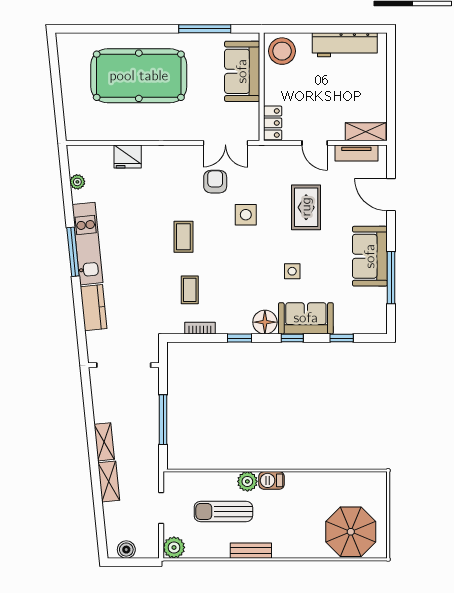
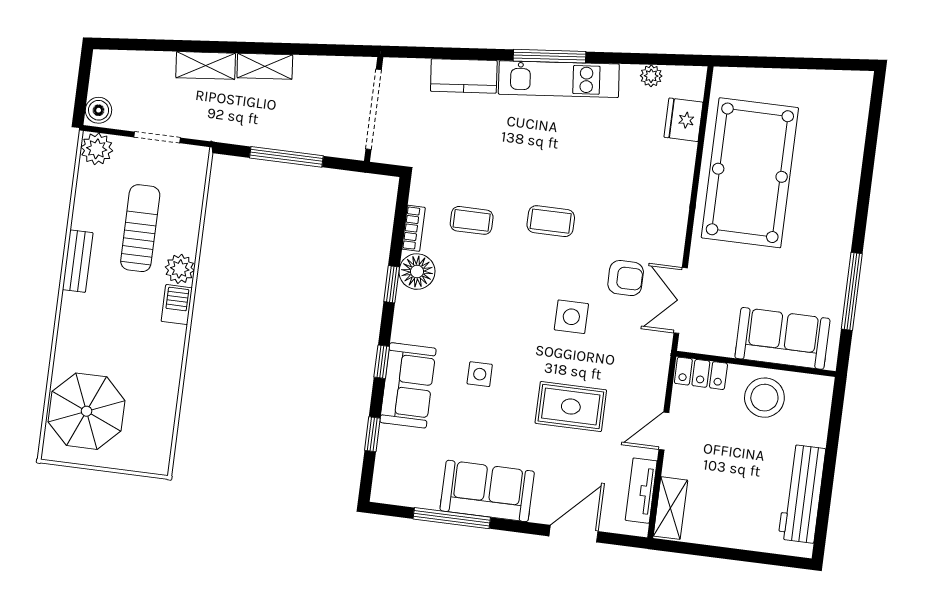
stool: (282, 51) -> (764, 398), moved
pool table: (139, 76) -> (750, 173), moved
fridge: (128, 156) -> (683, 120), moved
floor lamp: (265, 322) -> (417, 272), moved
boiler: (126, 550) -> (99, 110), moved

